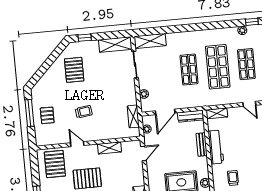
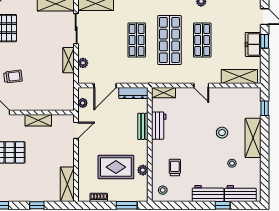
shelving: (133, 116) -> (69, 60), moved
workbench: (216, 147) -> (159, 126), width x0.73

